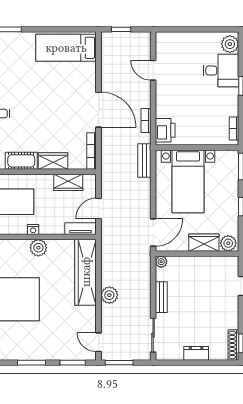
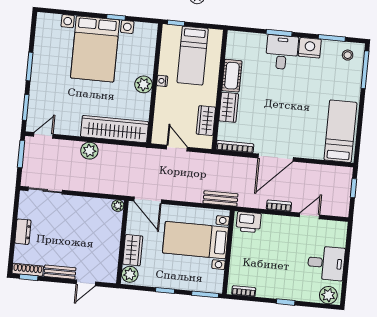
desk: (221, 71) -> (326, 263), moved, turned -90
bookcase: (146, 120) -> (279, 206), moved
tv unit: (81, 229) -> (159, 128), removed
bench: (161, 297) -> (60, 272), moved

